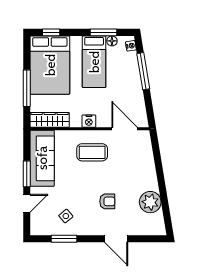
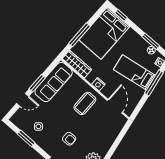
bed: (94, 62) -> (135, 72), moved, turned 81
coffee table: (92, 152) -> (85, 103), turned 90

